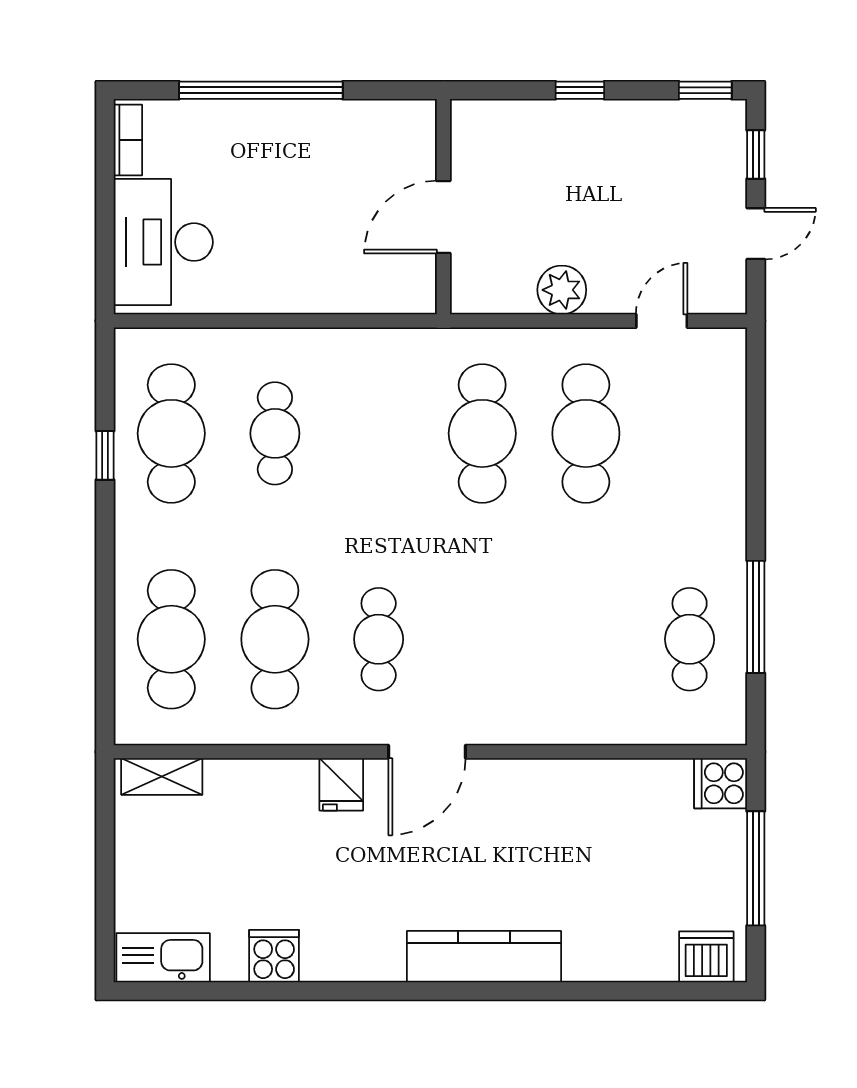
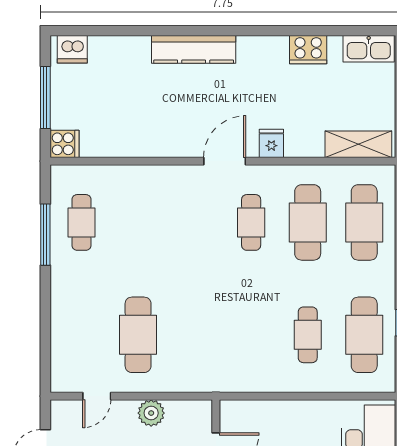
cafe table: (482, 433) -> (195, 335), removed
shelving: (162, 777) -> (358, 144), width x1.50, depth x1.33
cooker: (274, 956) -> (308, 50), width x1.36

